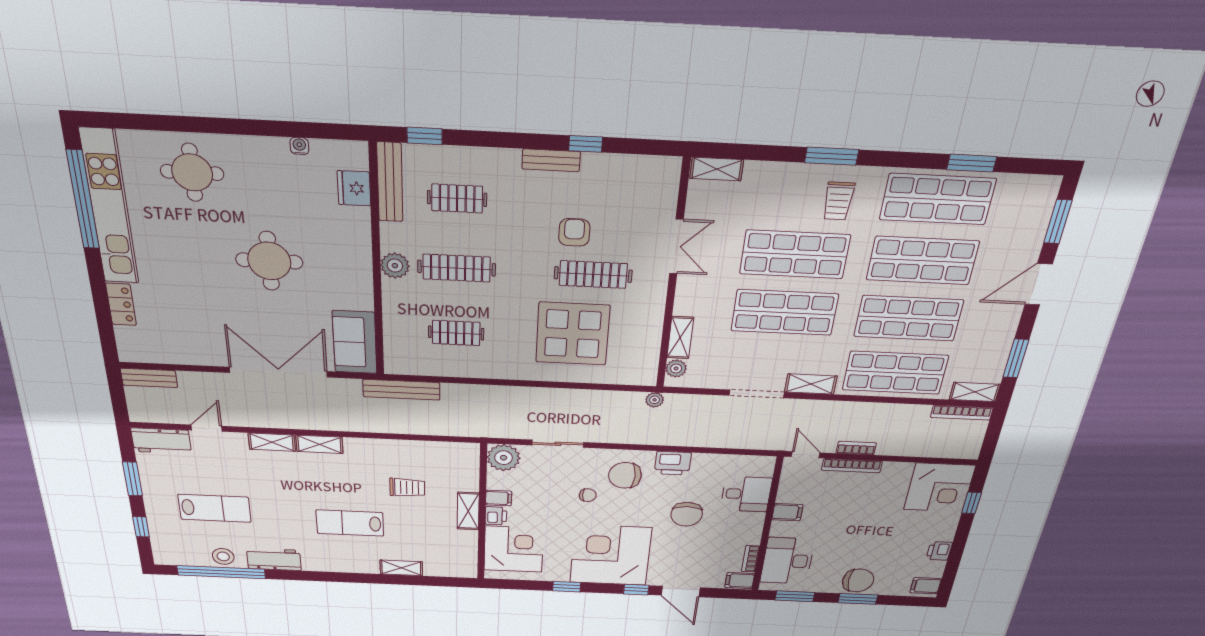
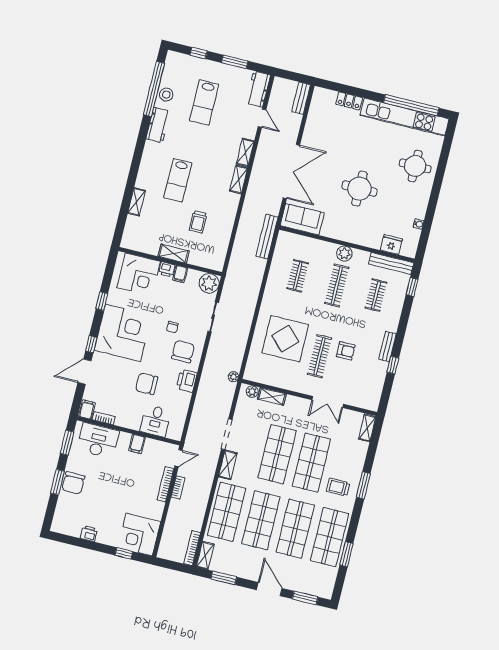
lab bench: (350, 523) -> (178, 180), turned 180
filing cabinet: (926, 586) -> (61, 525), removed

